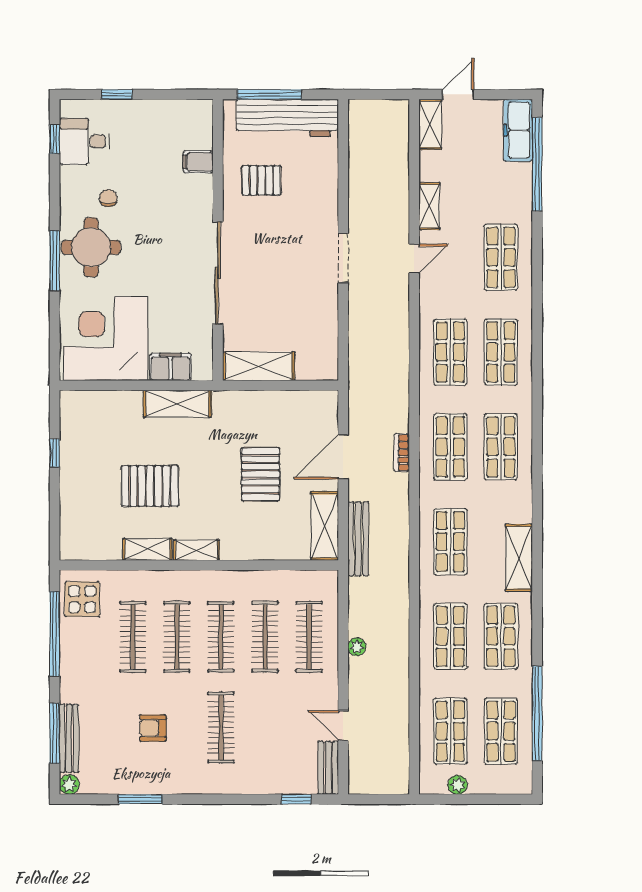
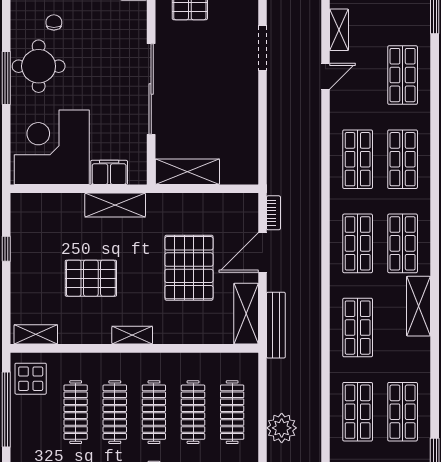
doorway: (343, 258) -> (262, 48), moved
bookcase: (402, 453) -> (273, 213), moved, turned 180
pallet: (260, 474) -> (189, 268), width x1.37, depth x1.41
shelving: (147, 549) -> (36, 334), moved
shelving: (519, 558) -> (419, 306), moved
plant: (357, 647) -> (282, 428), width x1.88, depth x1.88

